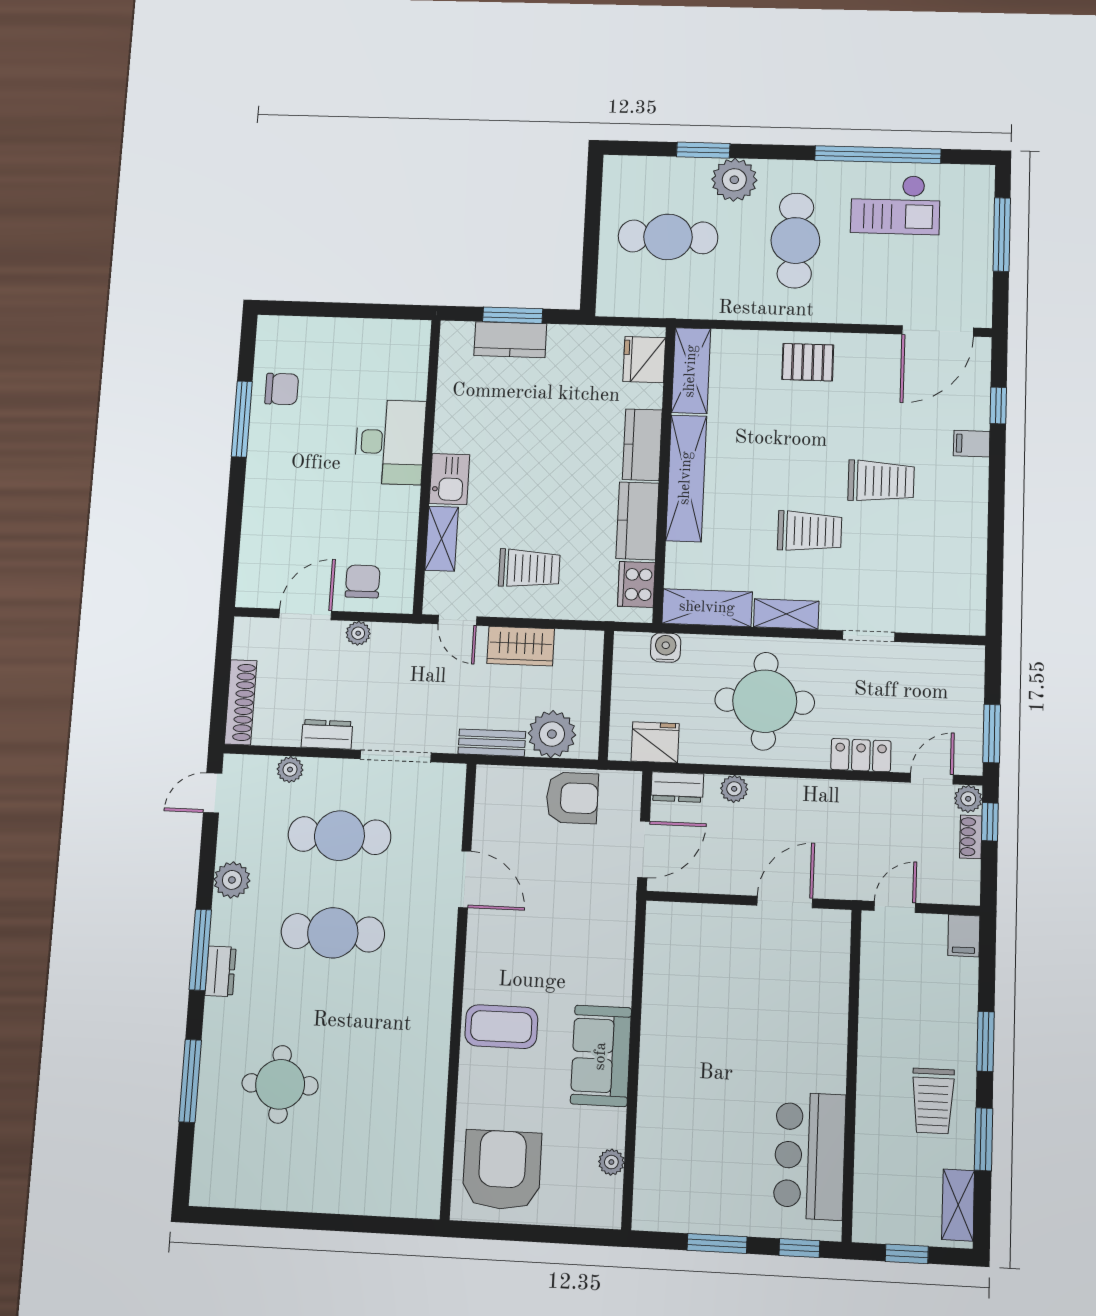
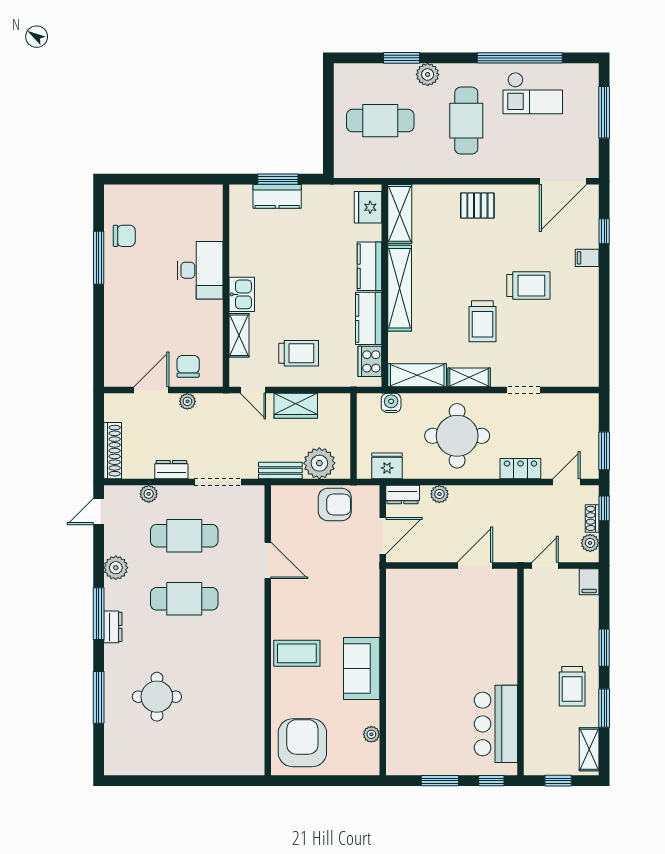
plant: (734, 180) -> (428, 74), width x0.73, depth x0.73
trolley: (810, 531) -> (482, 321), turned 90
plant: (968, 799) -> (590, 543), moved

